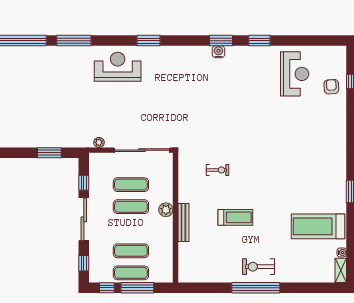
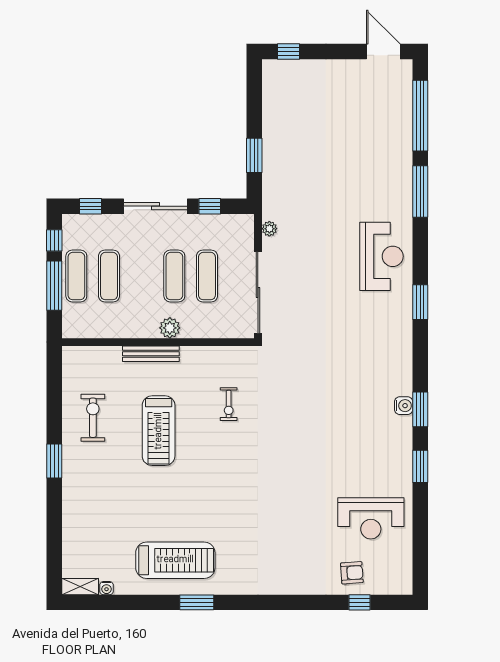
treadmill: (235, 217) -> (159, 431), width x1.37, depth x1.38
treadmill: (318, 226) -> (175, 560), moved, turned 90
exercise bike: (259, 267) -> (93, 418), moved
window: (256, 288) -> (54, 461), width x0.47

